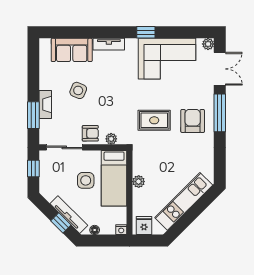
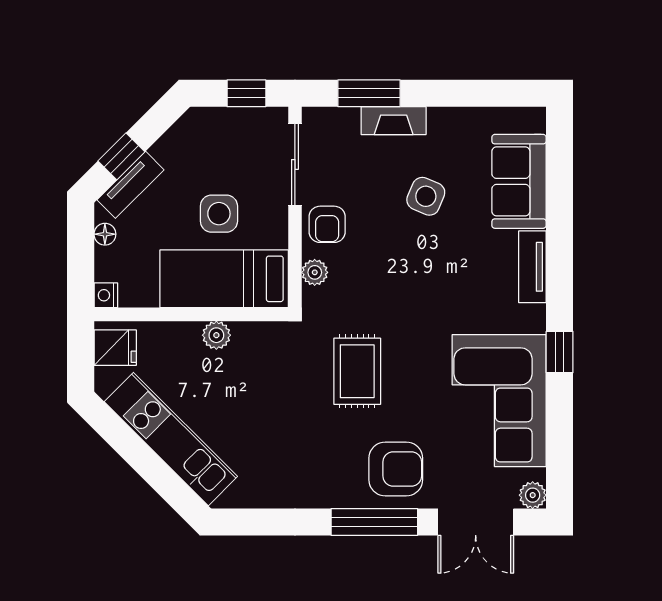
armchair: (193, 121) -> (396, 469), moved
tv unit: (69, 215) -> (130, 185), width x0.71

